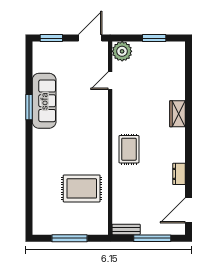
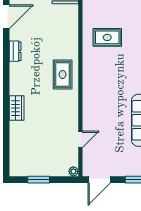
plant: (122, 51) -> (73, 171), width x0.53, depth x0.53
rug: (82, 188) -> (107, 37), width x0.73, depth x0.70

